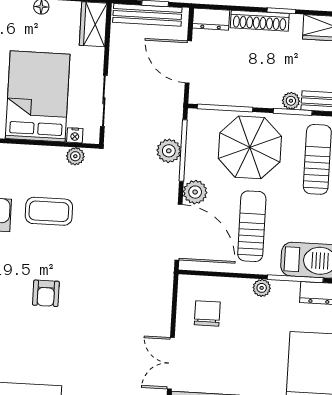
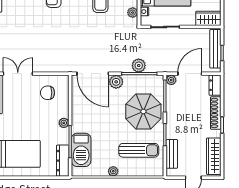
plant: (291, 101) -> (171, 80), moved
sun lounger: (252, 226) -> (99, 115), removed
door: (178, 232) -> (93, 74), hinge flipped
chair: (207, 313) -> (47, 93), turned 180

